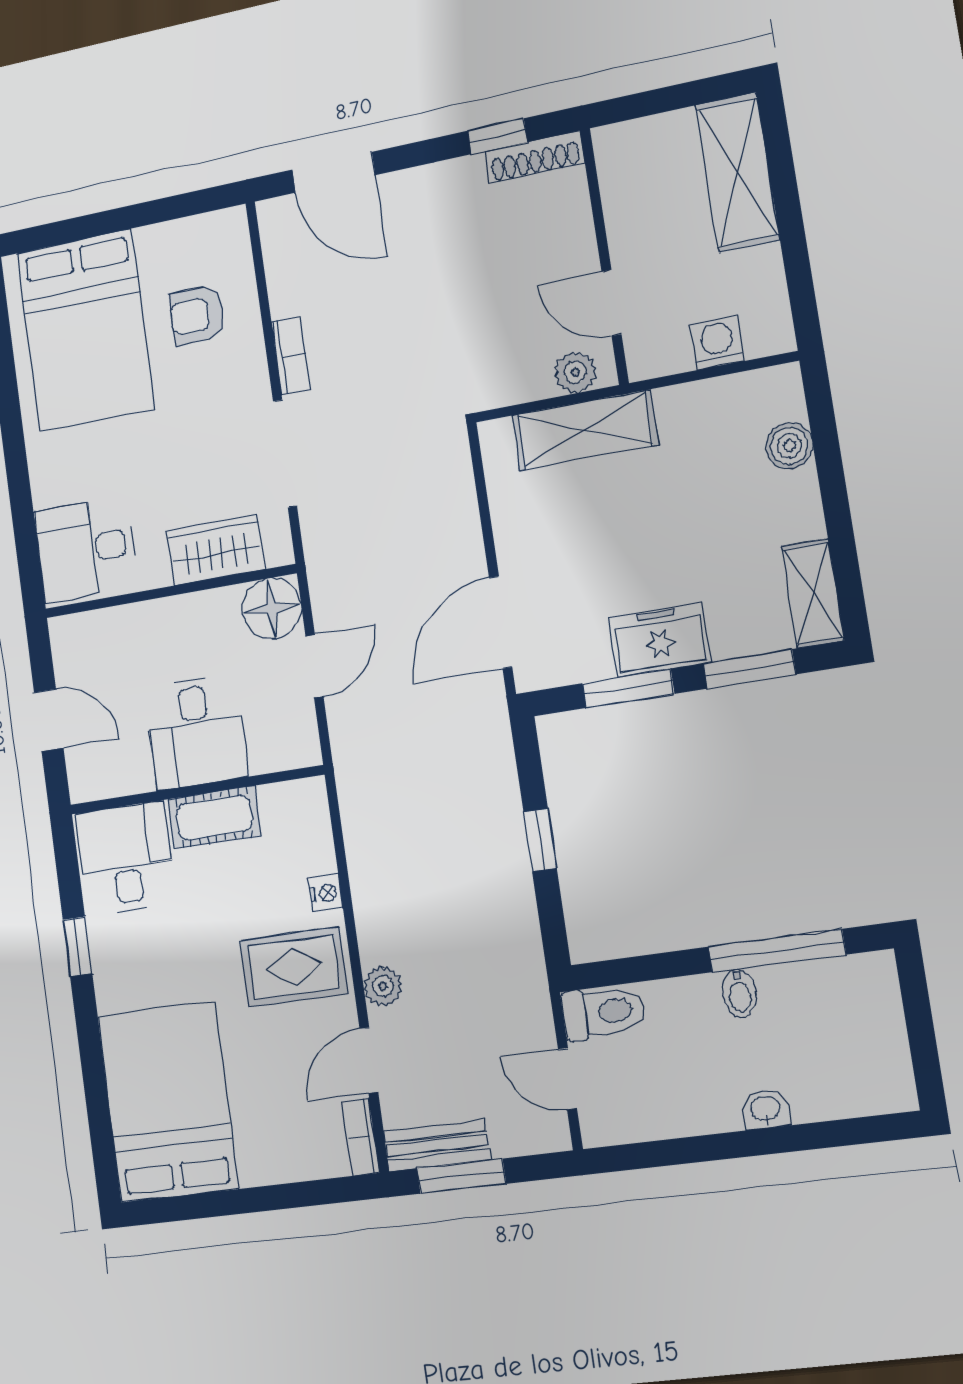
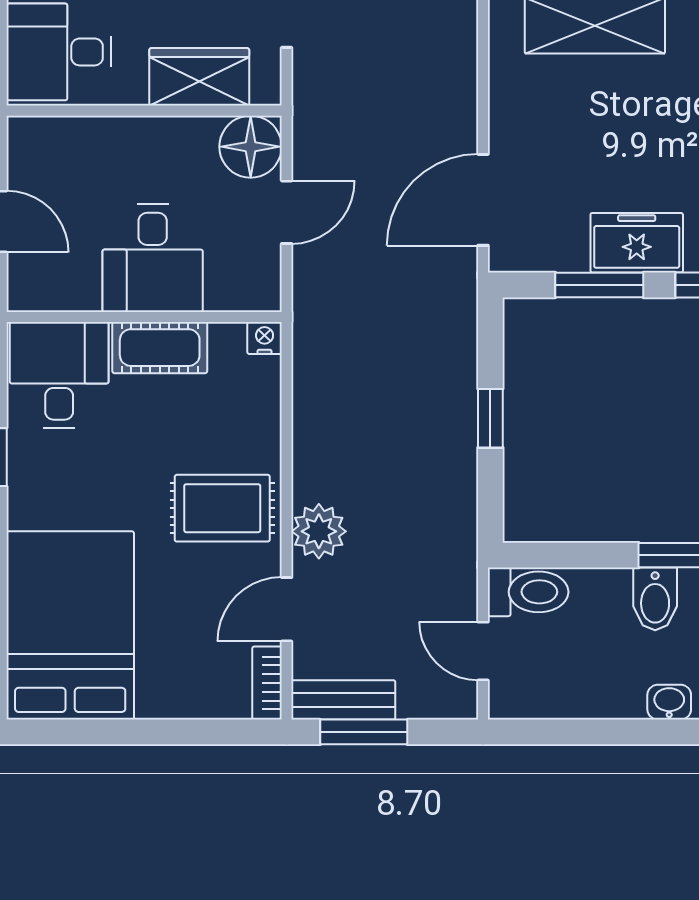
nightstand: (325, 893) -> (265, 338), moved, turned -90
plant: (383, 986) -> (319, 531), width x1.38, depth x1.38
bidet: (739, 993) -> (655, 599), width x1.38, depth x1.36

